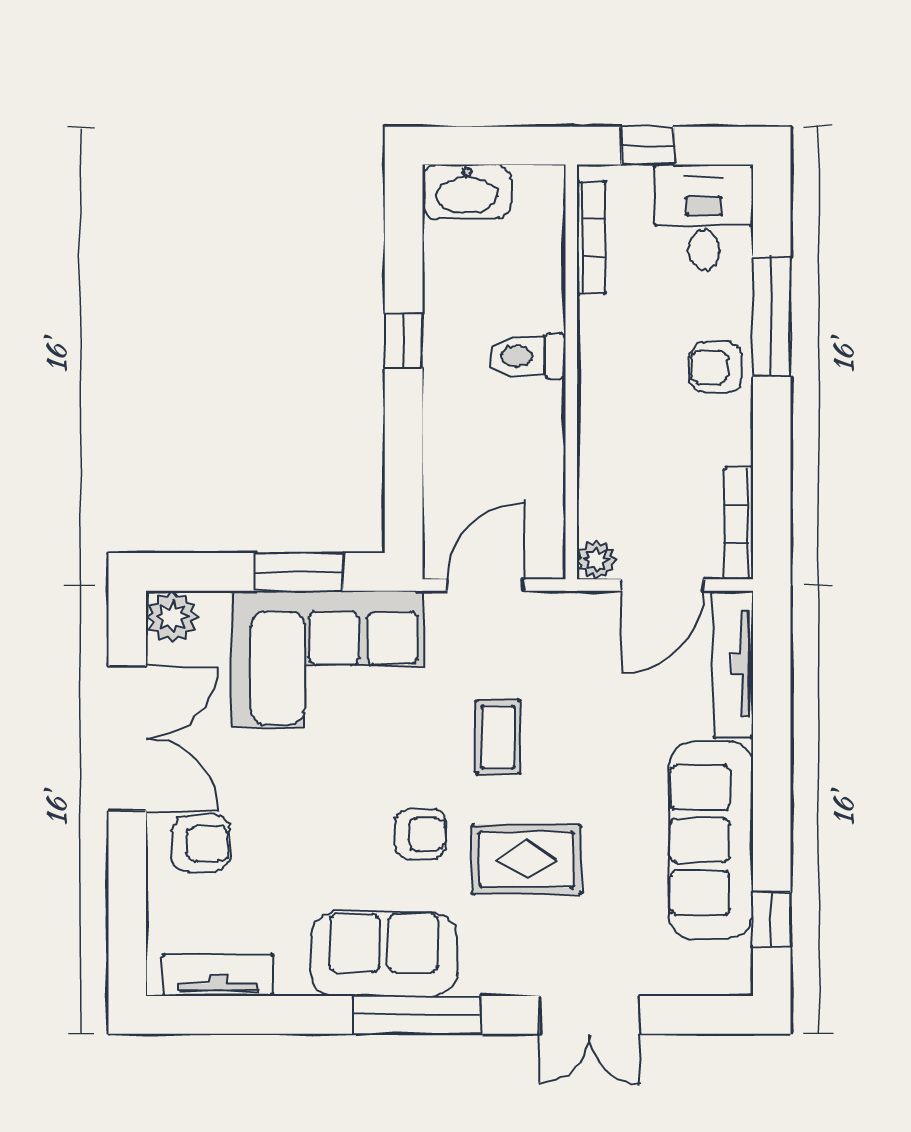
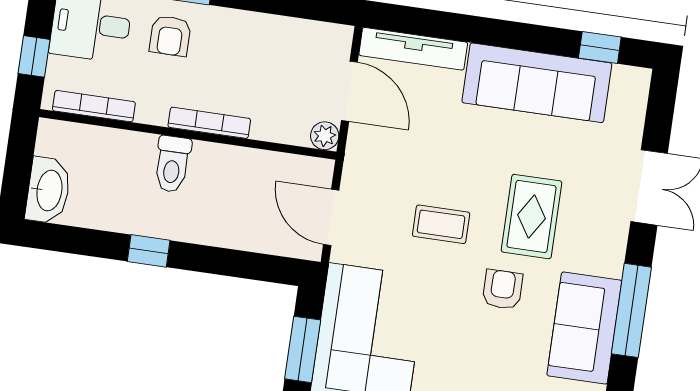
armchair: (716, 367) -> (170, 36), moved
bookcase: (739, 523) -> (209, 123), moved, turned 180

